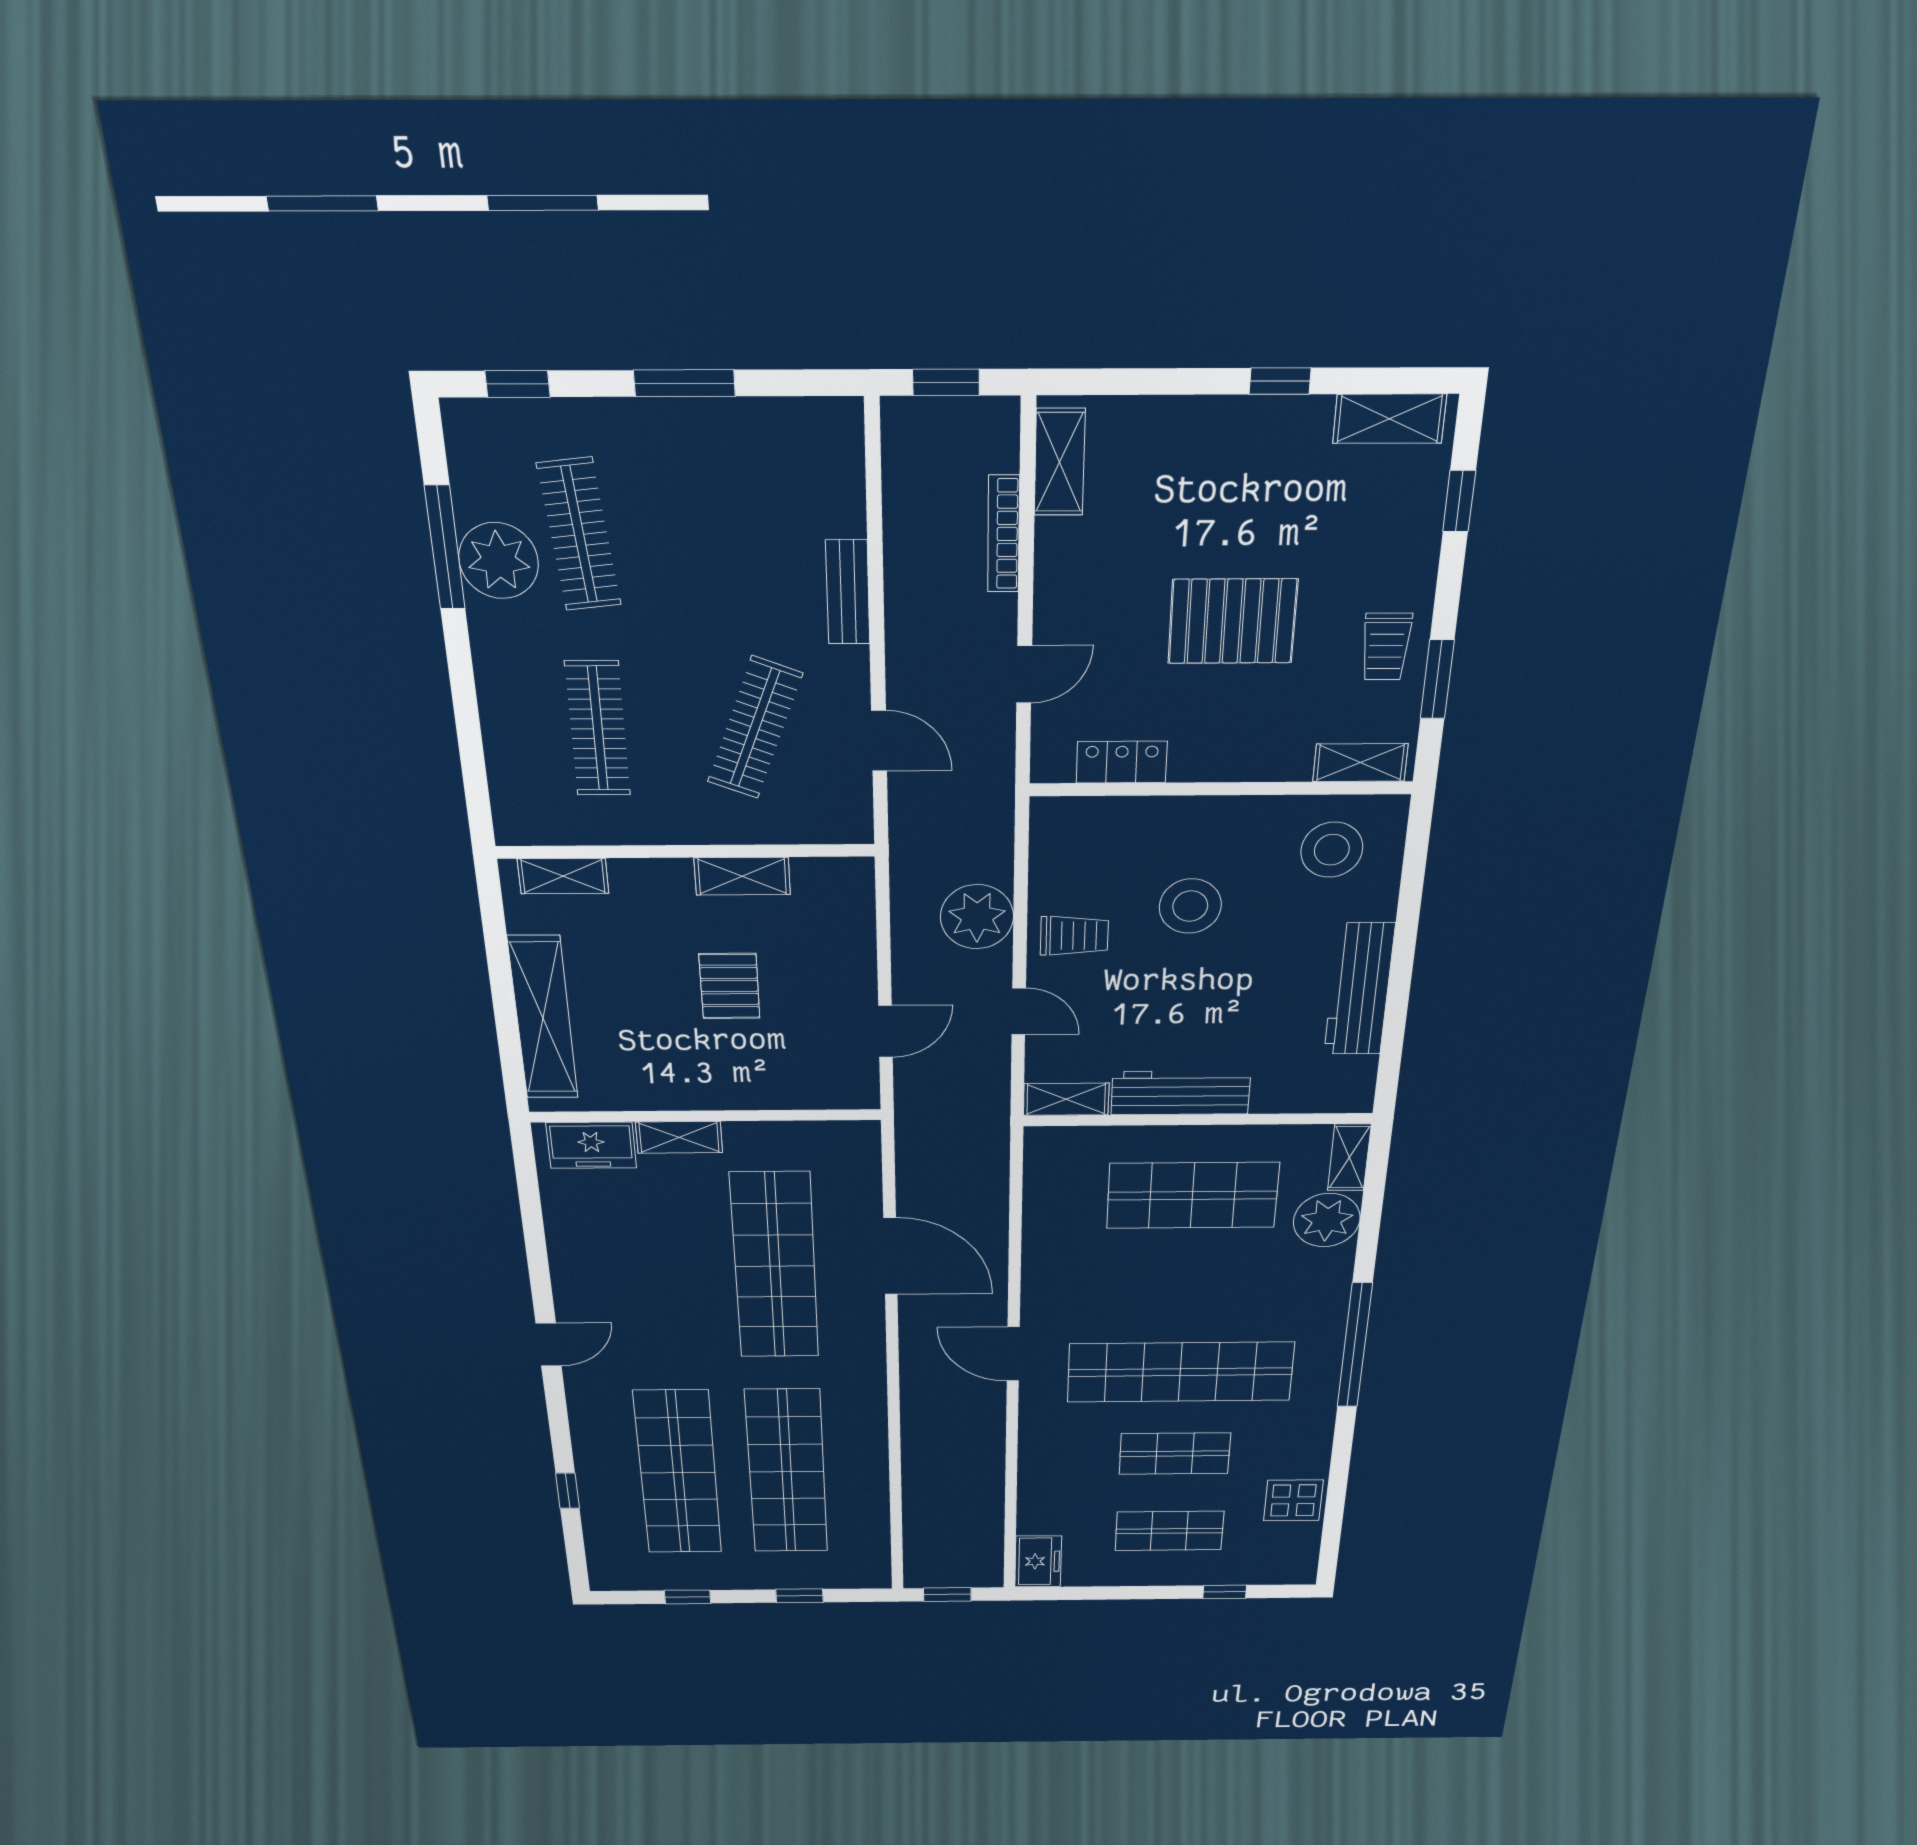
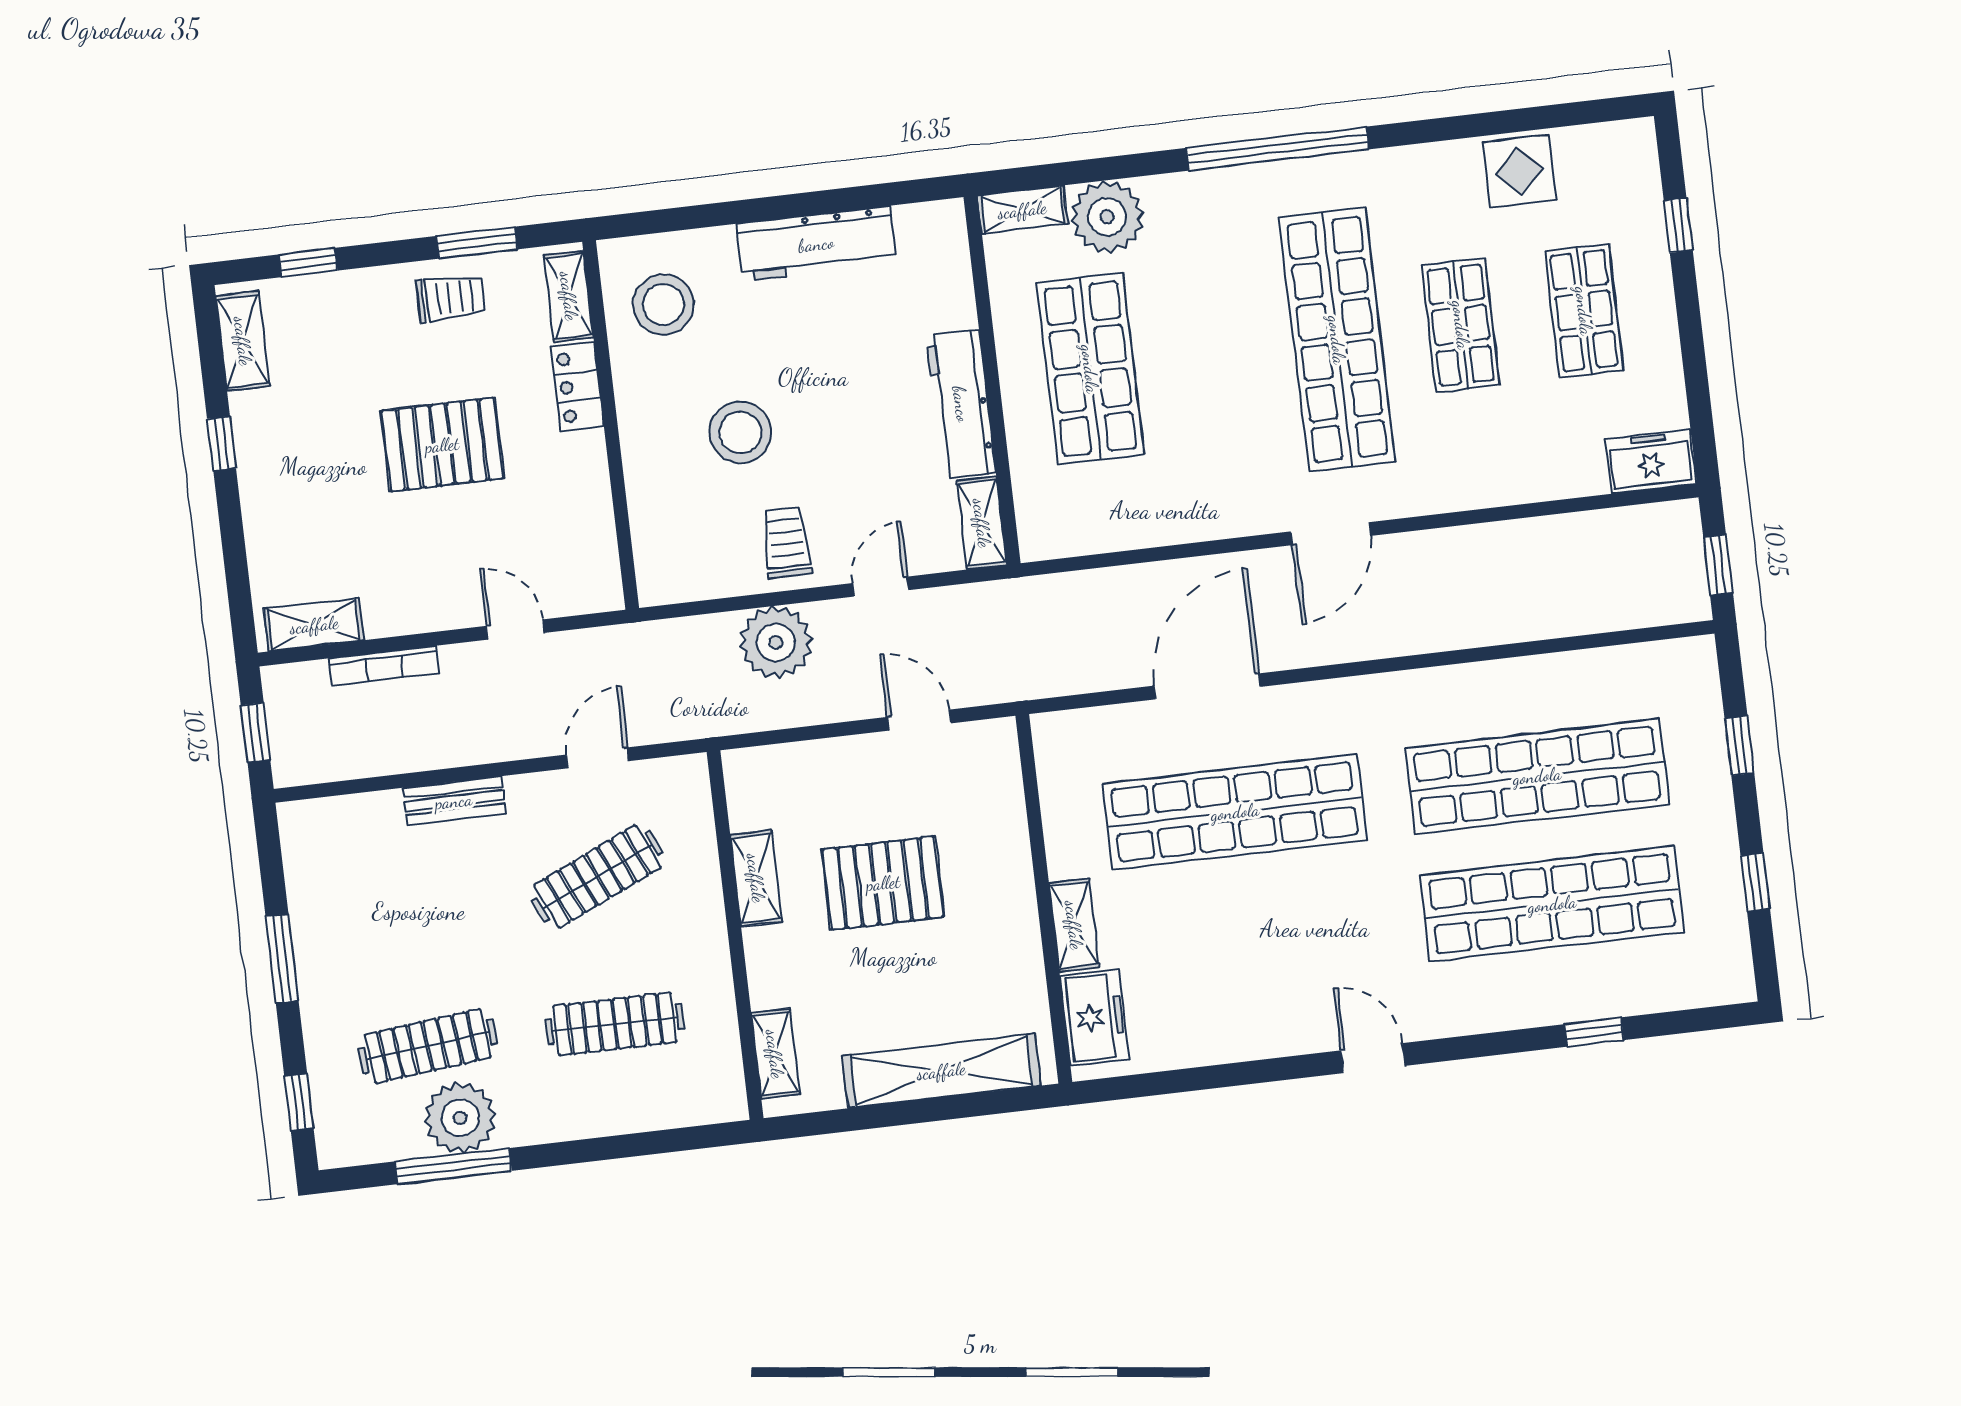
pallet: (1233, 621) -> (442, 445), turned 90
clothes rail: (755, 728) -> (597, 876), turned -45
locker: (1122, 762) -> (577, 386), moved
pallet: (729, 986) -> (883, 883), width x1.50, depth x1.42

